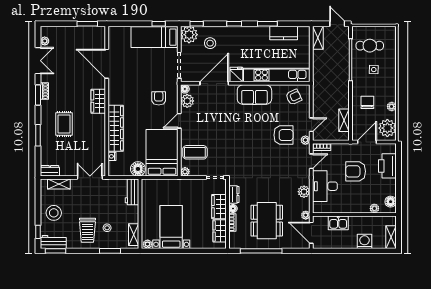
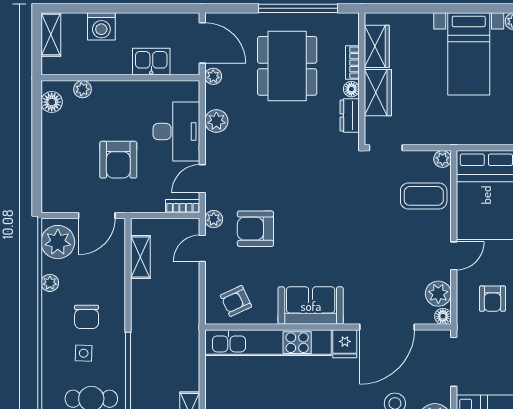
chair: (367, 102) -> (87, 317), moved
printer: (387, 166) -> (58, 170), removed
armchair: (356, 171) -> (118, 160), turned 90

